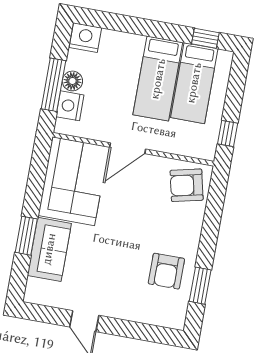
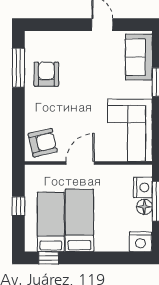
window: (228, 133) -> (18, 206), moved
door: (128, 148) -> (80, 163), moved
sofa: (49, 249) -> (139, 57), moved
window: (200, 286) -> (18, 68), width x1.44

